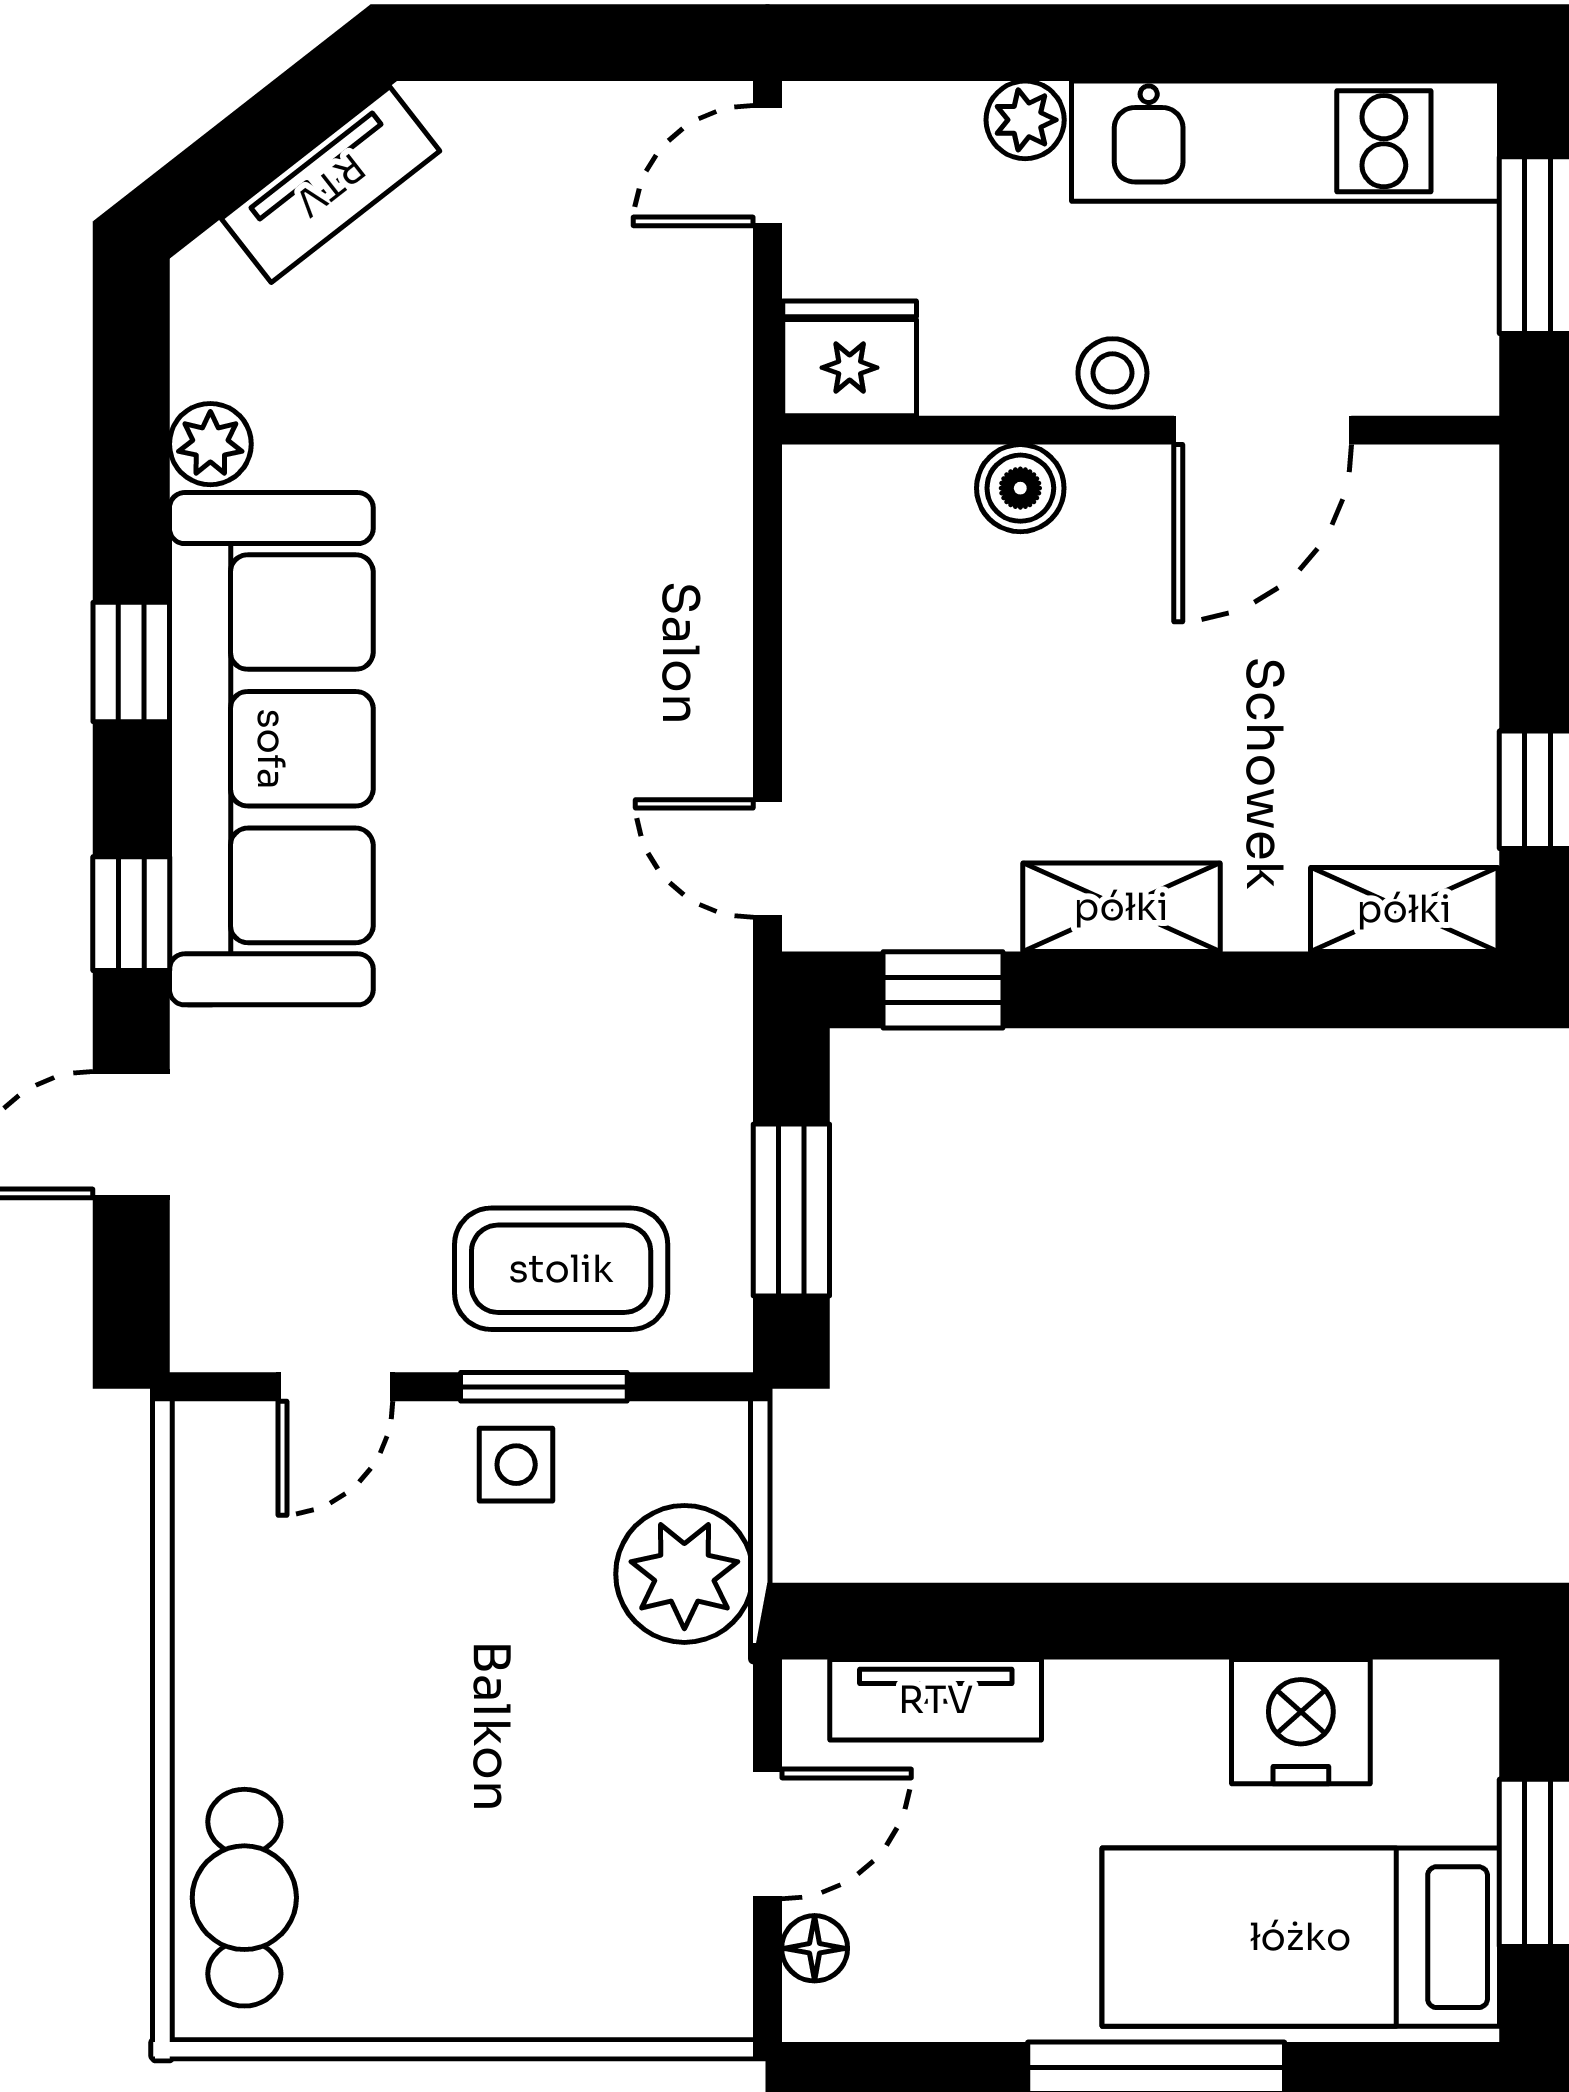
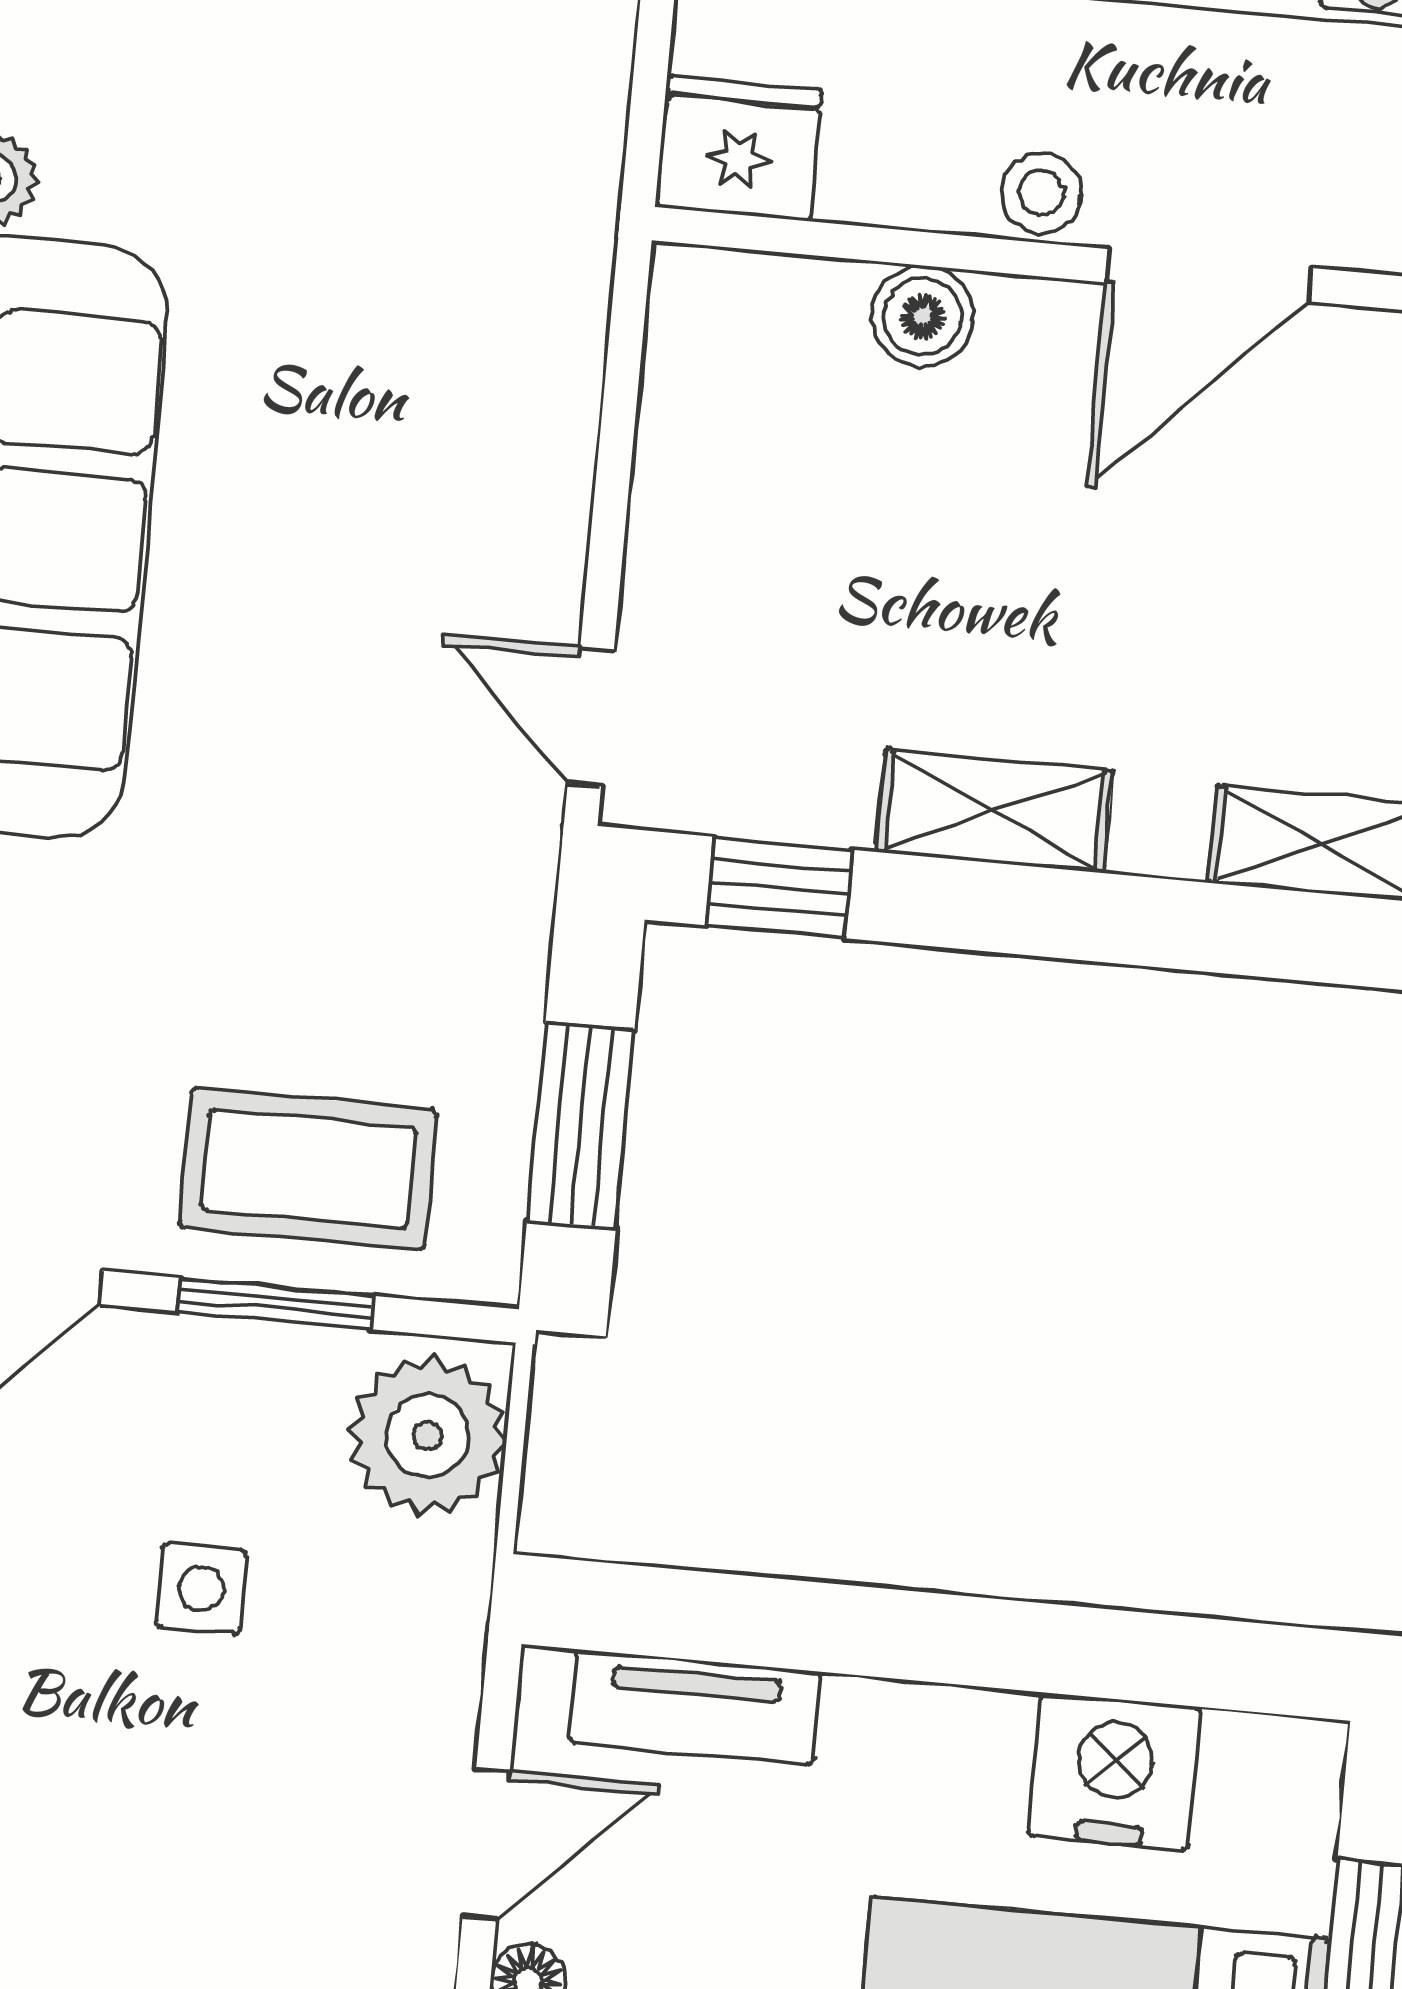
side table: (516, 1465) -> (201, 1589), moved
plant: (684, 1574) -> (427, 1436), moved

